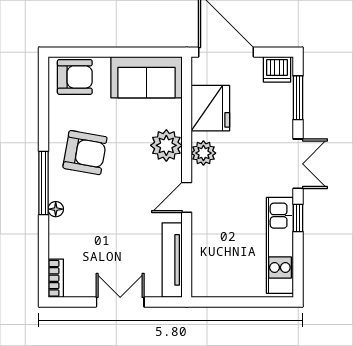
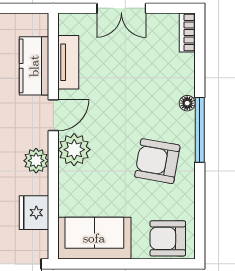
fridge: (210, 108) -> (34, 213), width x0.73, depth x0.75
plant: (166, 145) -> (74, 150), moved
kitchen counter: (206, 246) -> (34, 66), added
tv unit: (172, 260) -> (68, 62), width x0.71

